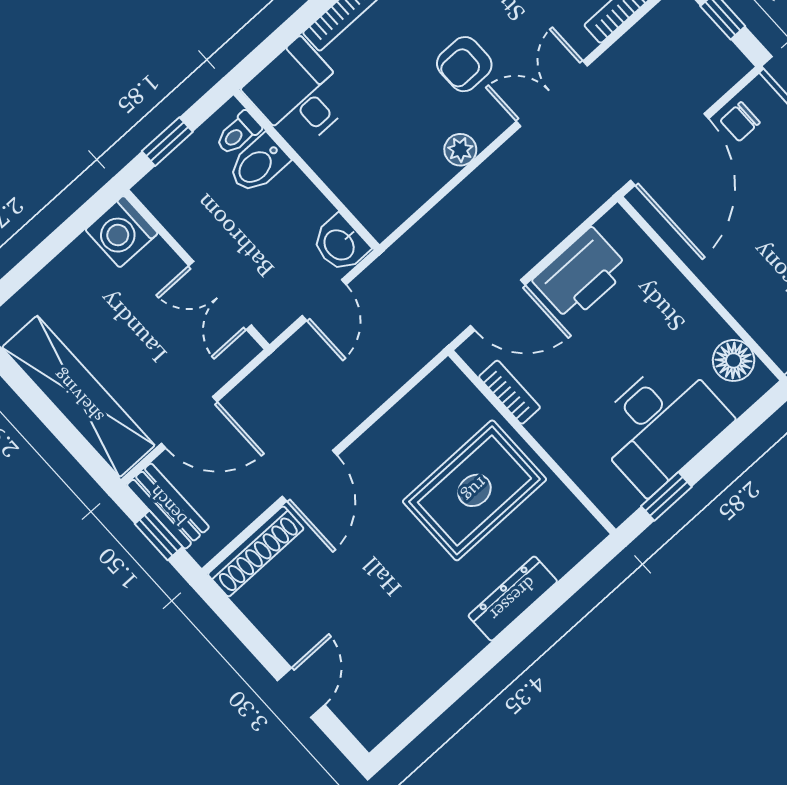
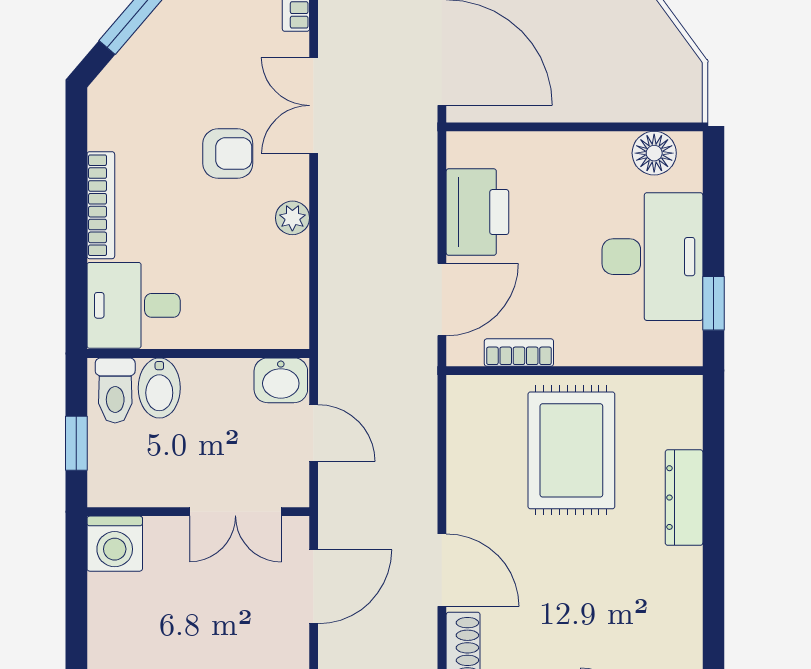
armchair: (464, 64) -> (228, 154), turned -90
toilet: (238, 133) -> (115, 390), width x1.37, depth x1.39
door: (189, 422) -> (314, 587), moved

